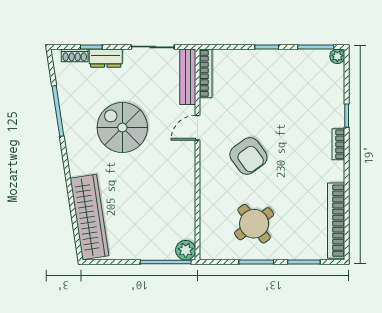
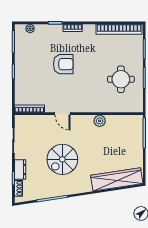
plant: (337, 56) -> (30, 29), moved
bench: (188, 77) -> (31, 120), removed
armchair: (248, 156) -> (63, 64), moved, turned 36
round table: (254, 224) -> (121, 79), turned 37
plant: (186, 250) -> (100, 121), moved

